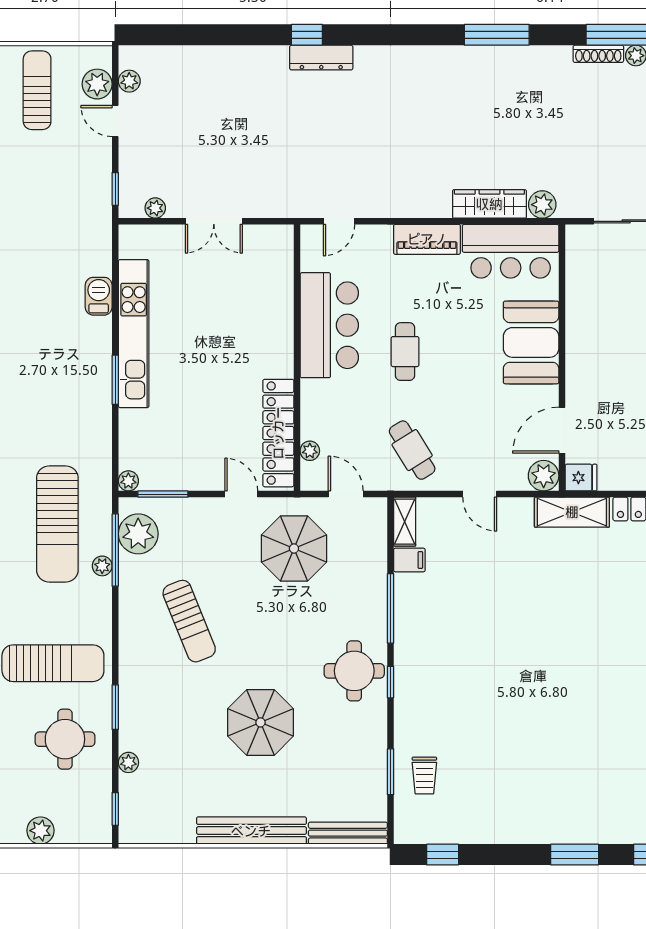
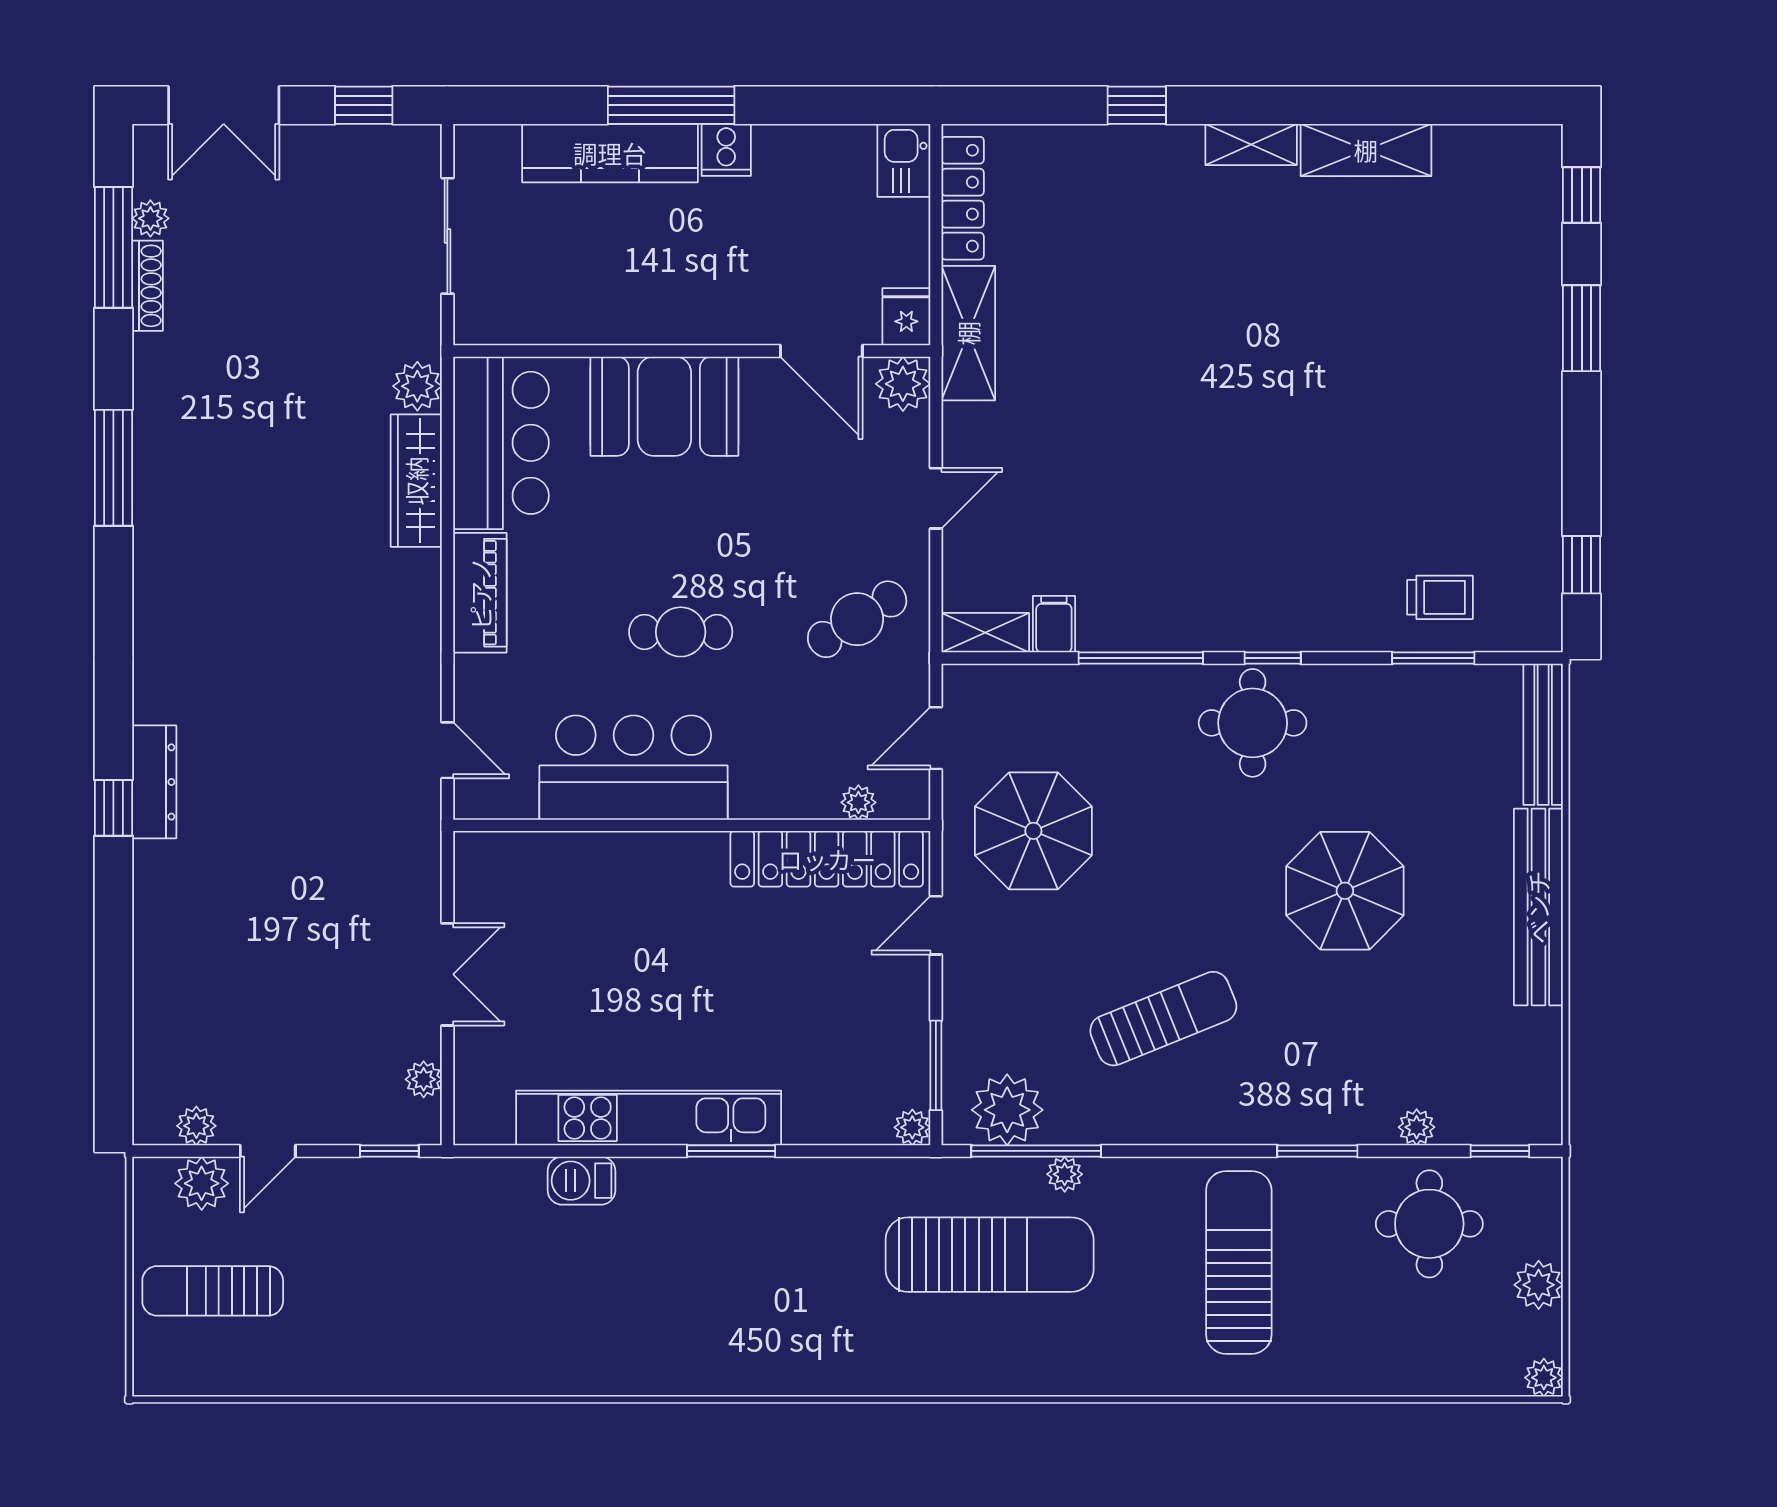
round table: (65, 739) -> (1429, 1224), moved

